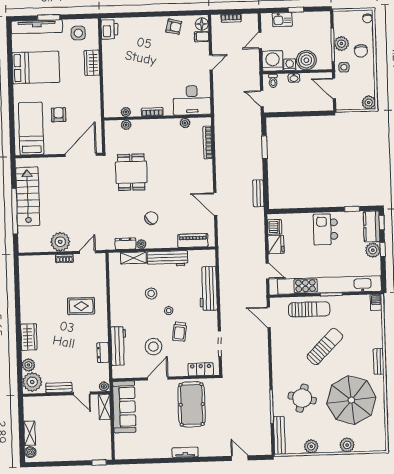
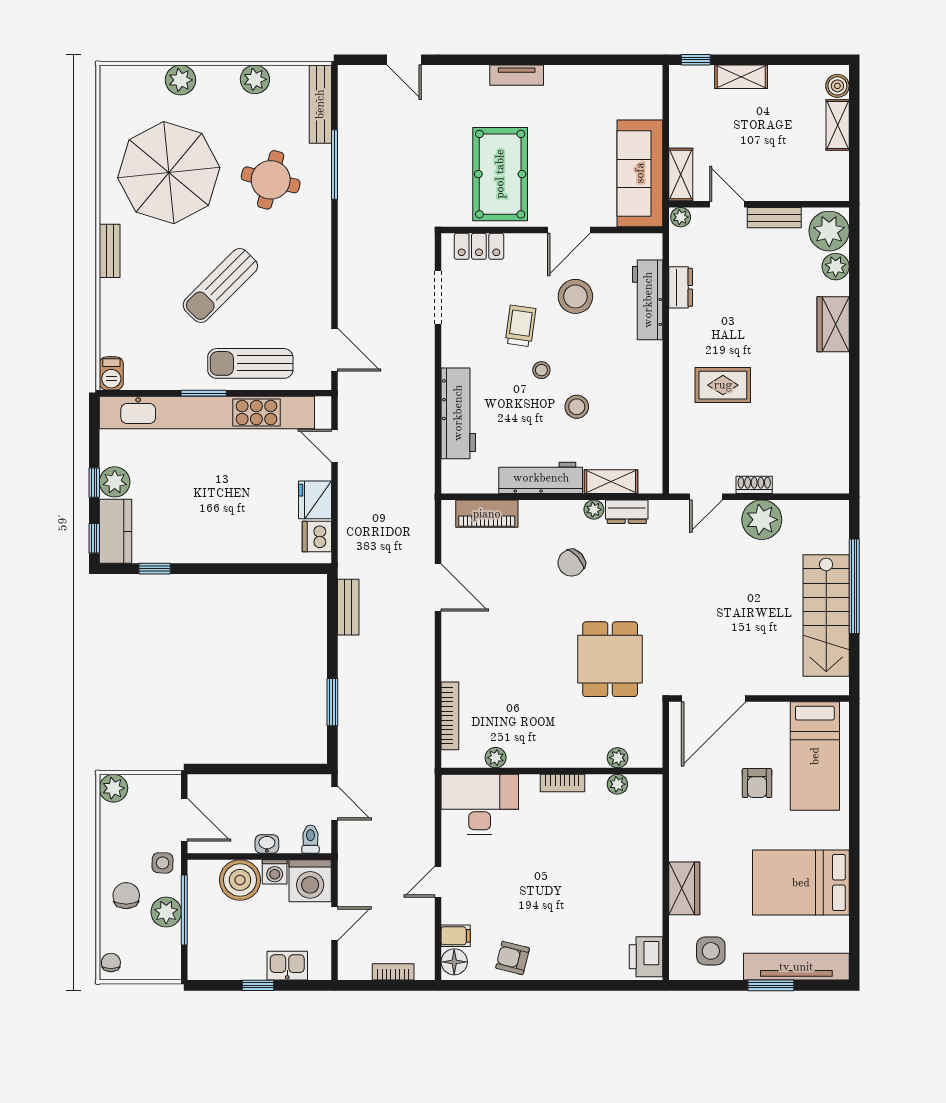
kitchen island: (325, 229) -> (211, 528), removed
shelving: (77, 455) -> (741, 77), added

